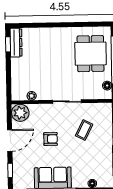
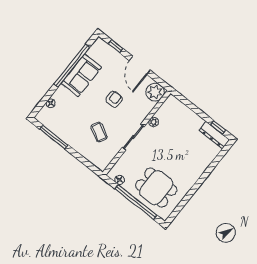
plant: (32, 96) -> (154, 122), moved
armchair: (51, 139) -> (114, 99), turned 180

